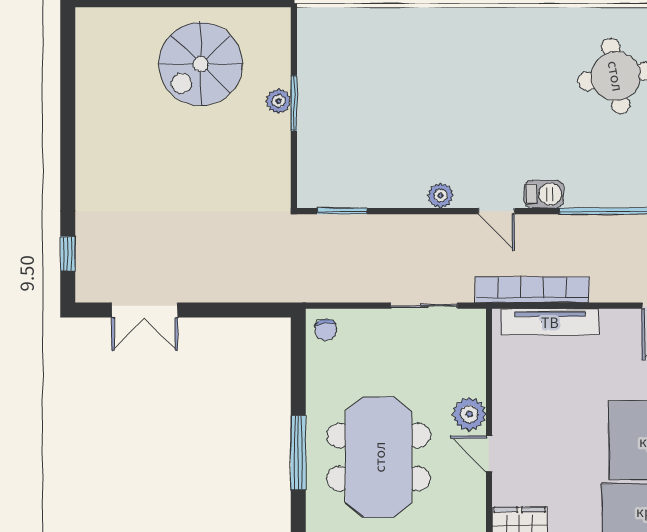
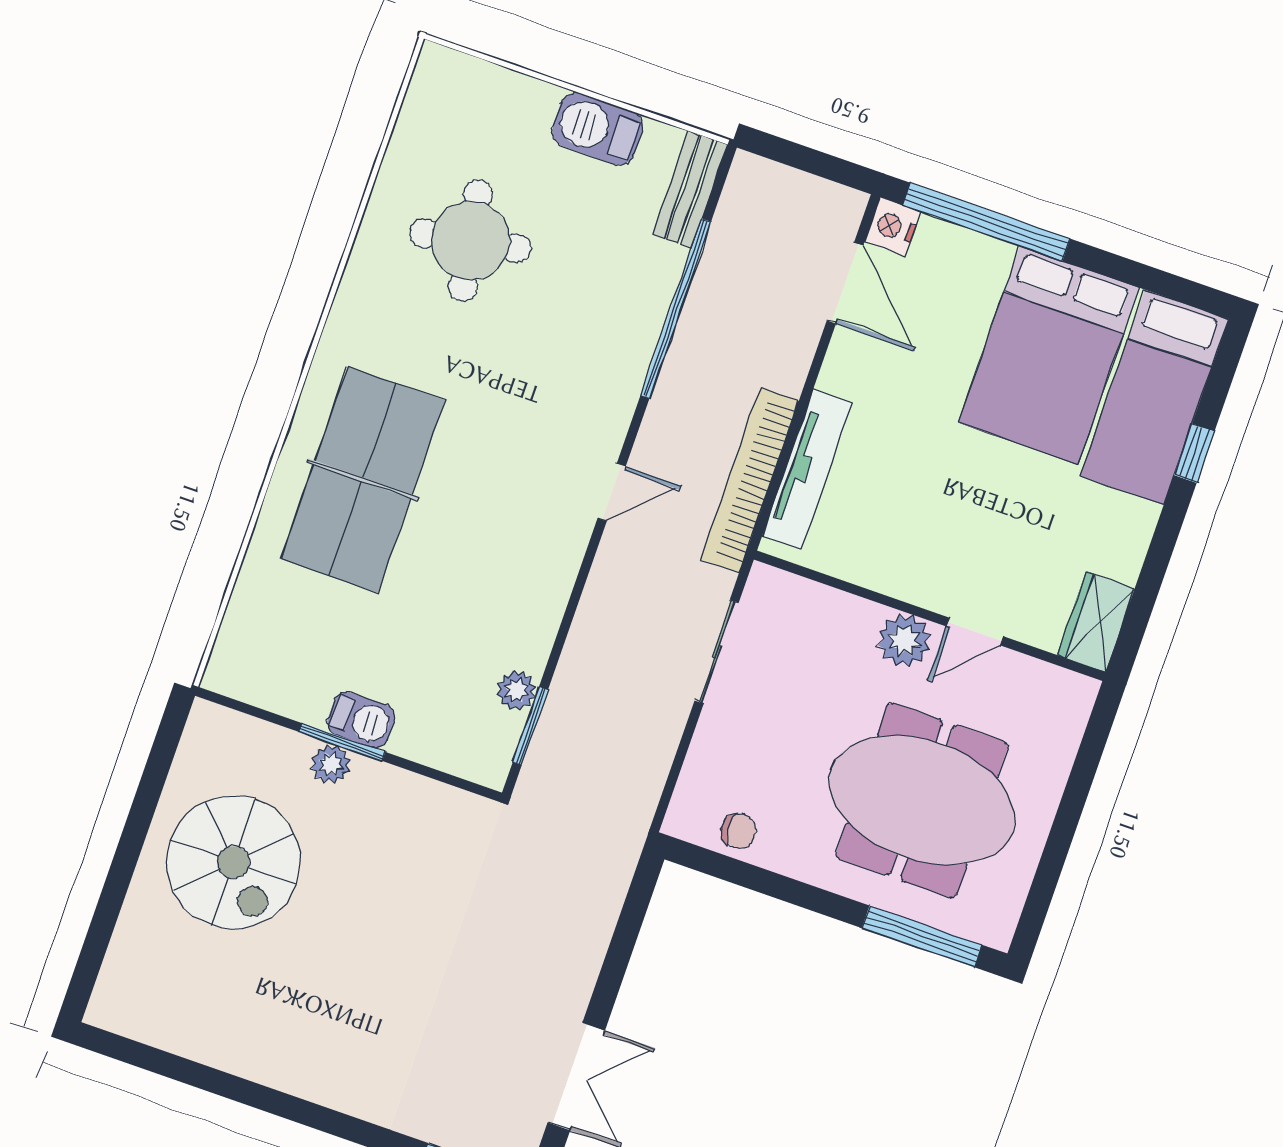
table tennis table: (453, 62) -> (363, 480), added
barbecue: (544, 194) -> (361, 720), moved, turned 90
plant: (441, 196) -> (516, 690), moved
chair: (326, 330) -> (739, 831), moved
window: (298, 453) -> (922, 936), moved

